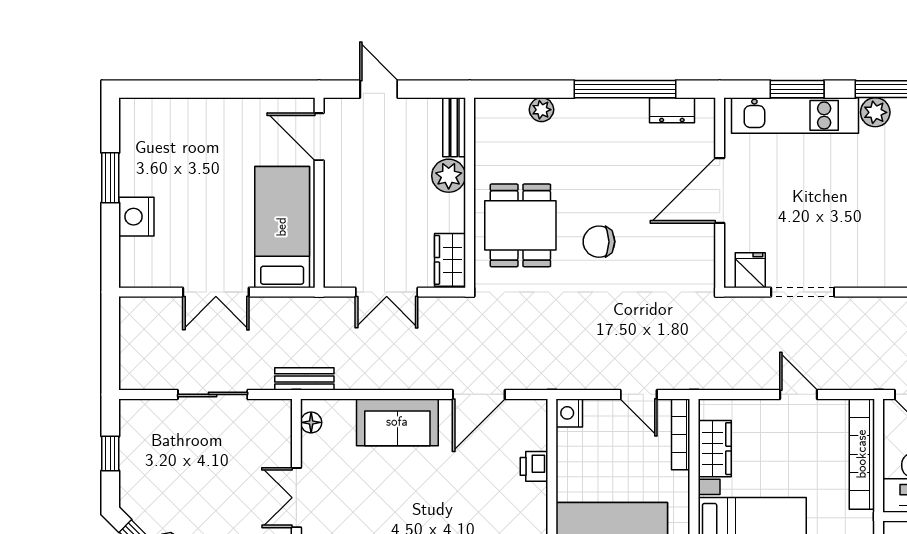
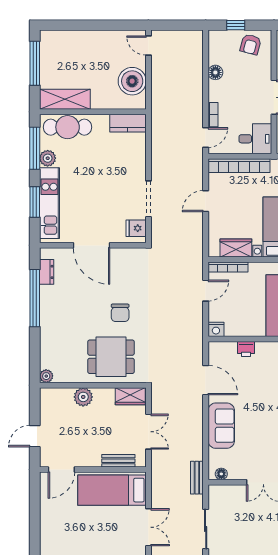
plant: (542, 110) -> (46, 376), moved
bench: (454, 127) -> (118, 461), moved

